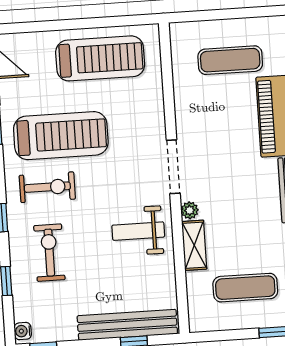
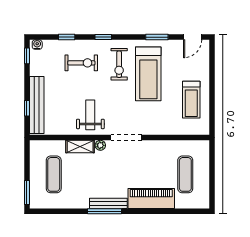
treadmill: (100, 58) -> (191, 100), width x0.73, depth x0.73

